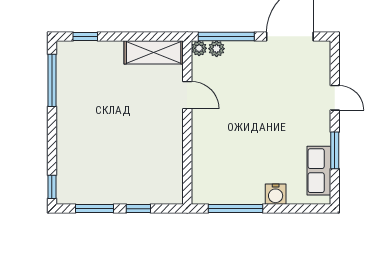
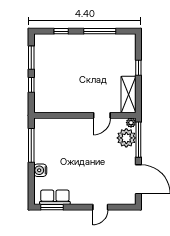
window: (85, 36) -> (138, 68), moved
plant: (217, 49) -> (126, 138), width x1.88, depth x1.88
window: (52, 80) -> (100, 31), moved
window: (335, 150) -> (52, 207), moved
window: (52, 187) -> (61, 31), moved

